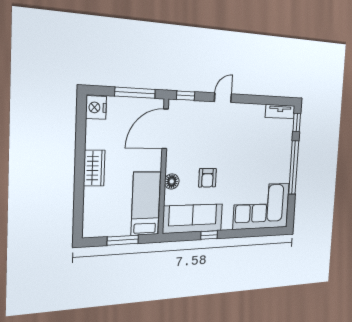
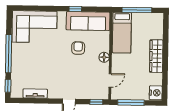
tv unit: (280, 112) -> (35, 94), moved
door: (165, 129) -> (110, 80), width x0.53
wardrobe: (94, 168) -> (156, 56), width x1.50
floor lamp: (172, 181) -> (104, 57), moved
window: (123, 240) -> (137, 10), width x1.44

